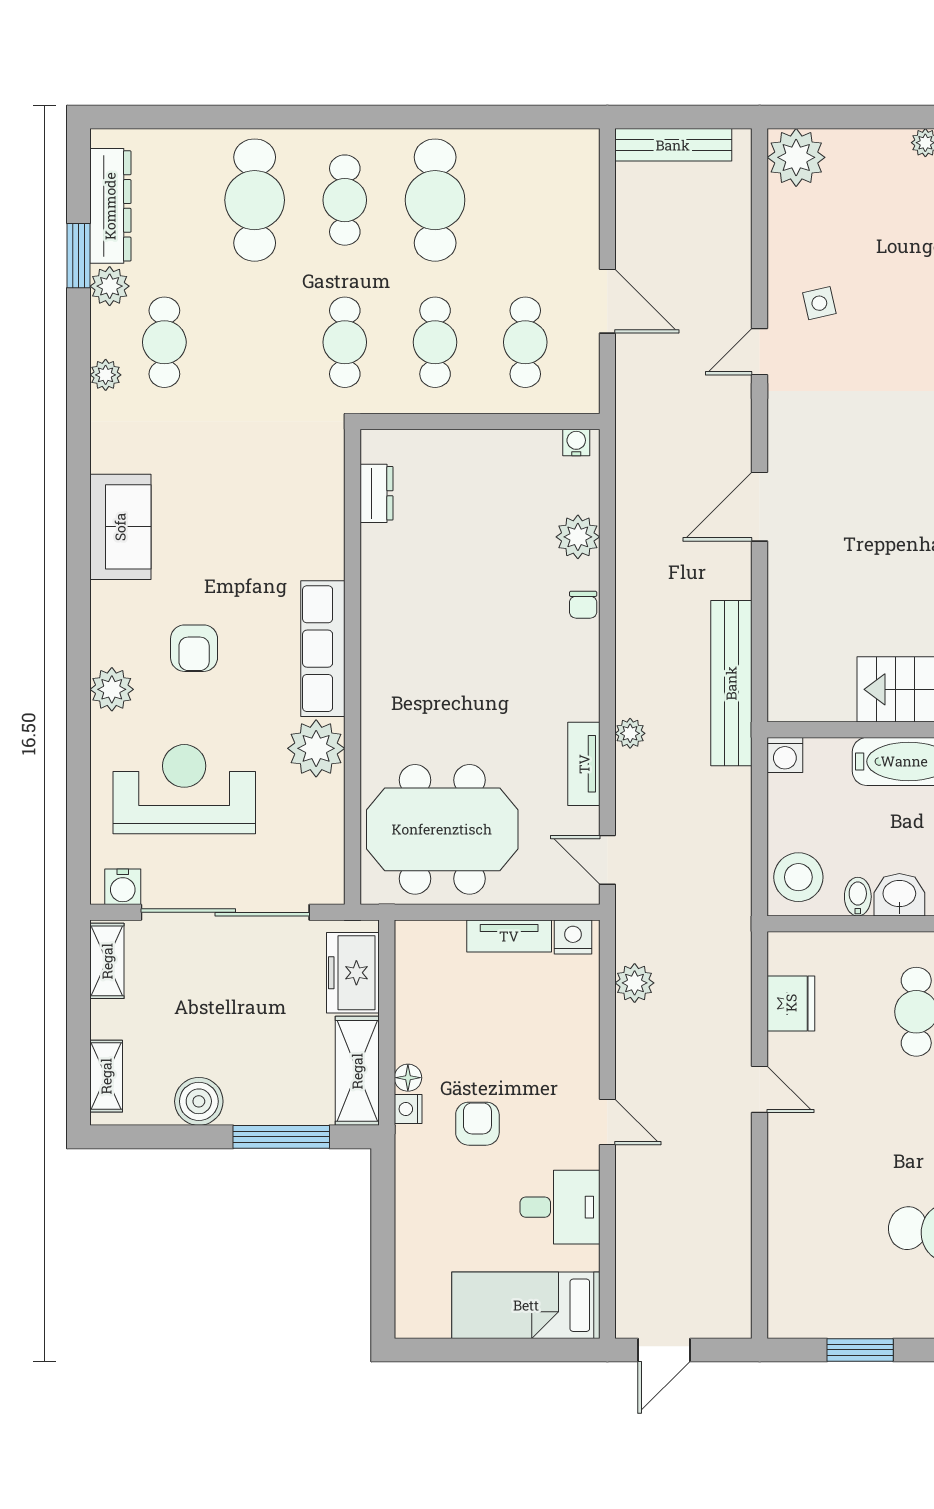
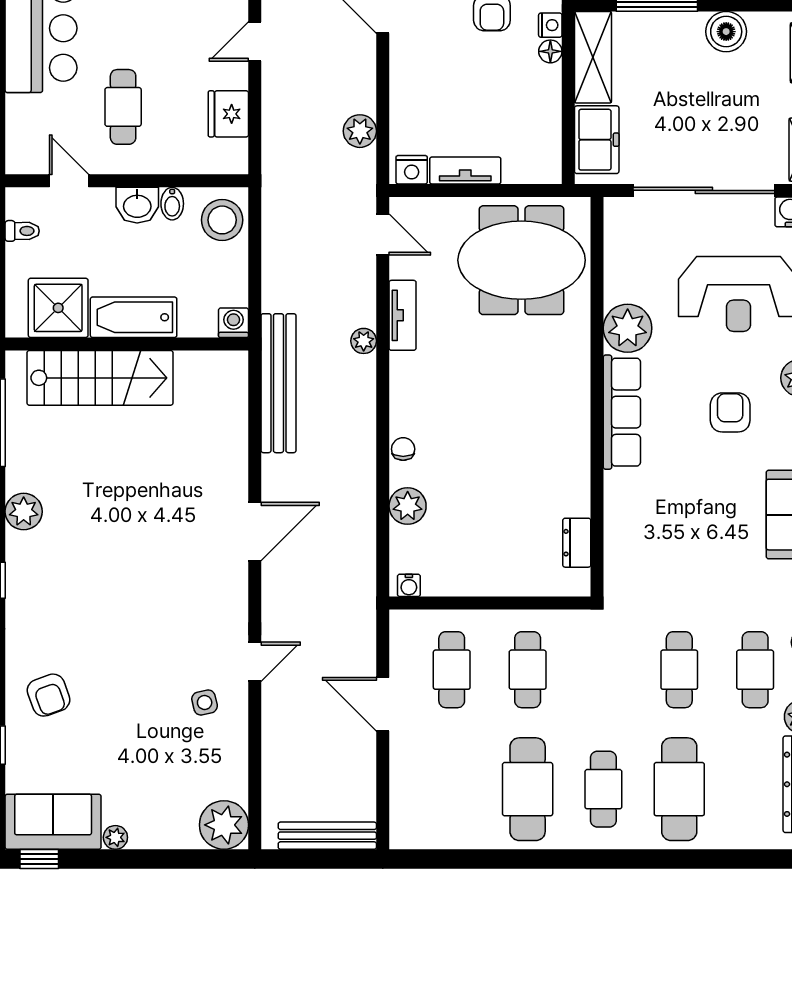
cafe table: (345, 342) -> (679, 670), moved
door: (760, 1089) -> (255, 42), hinge flipped

